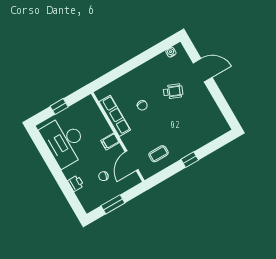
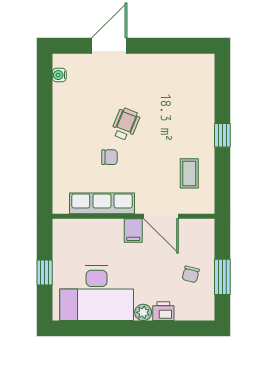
wheelchair: (173, 91) -> (125, 124), moved
door: (132, 161) -> (161, 216), moved
plant: (69, 173) -> (143, 312), added
chair: (103, 176) -> (191, 274), moved

